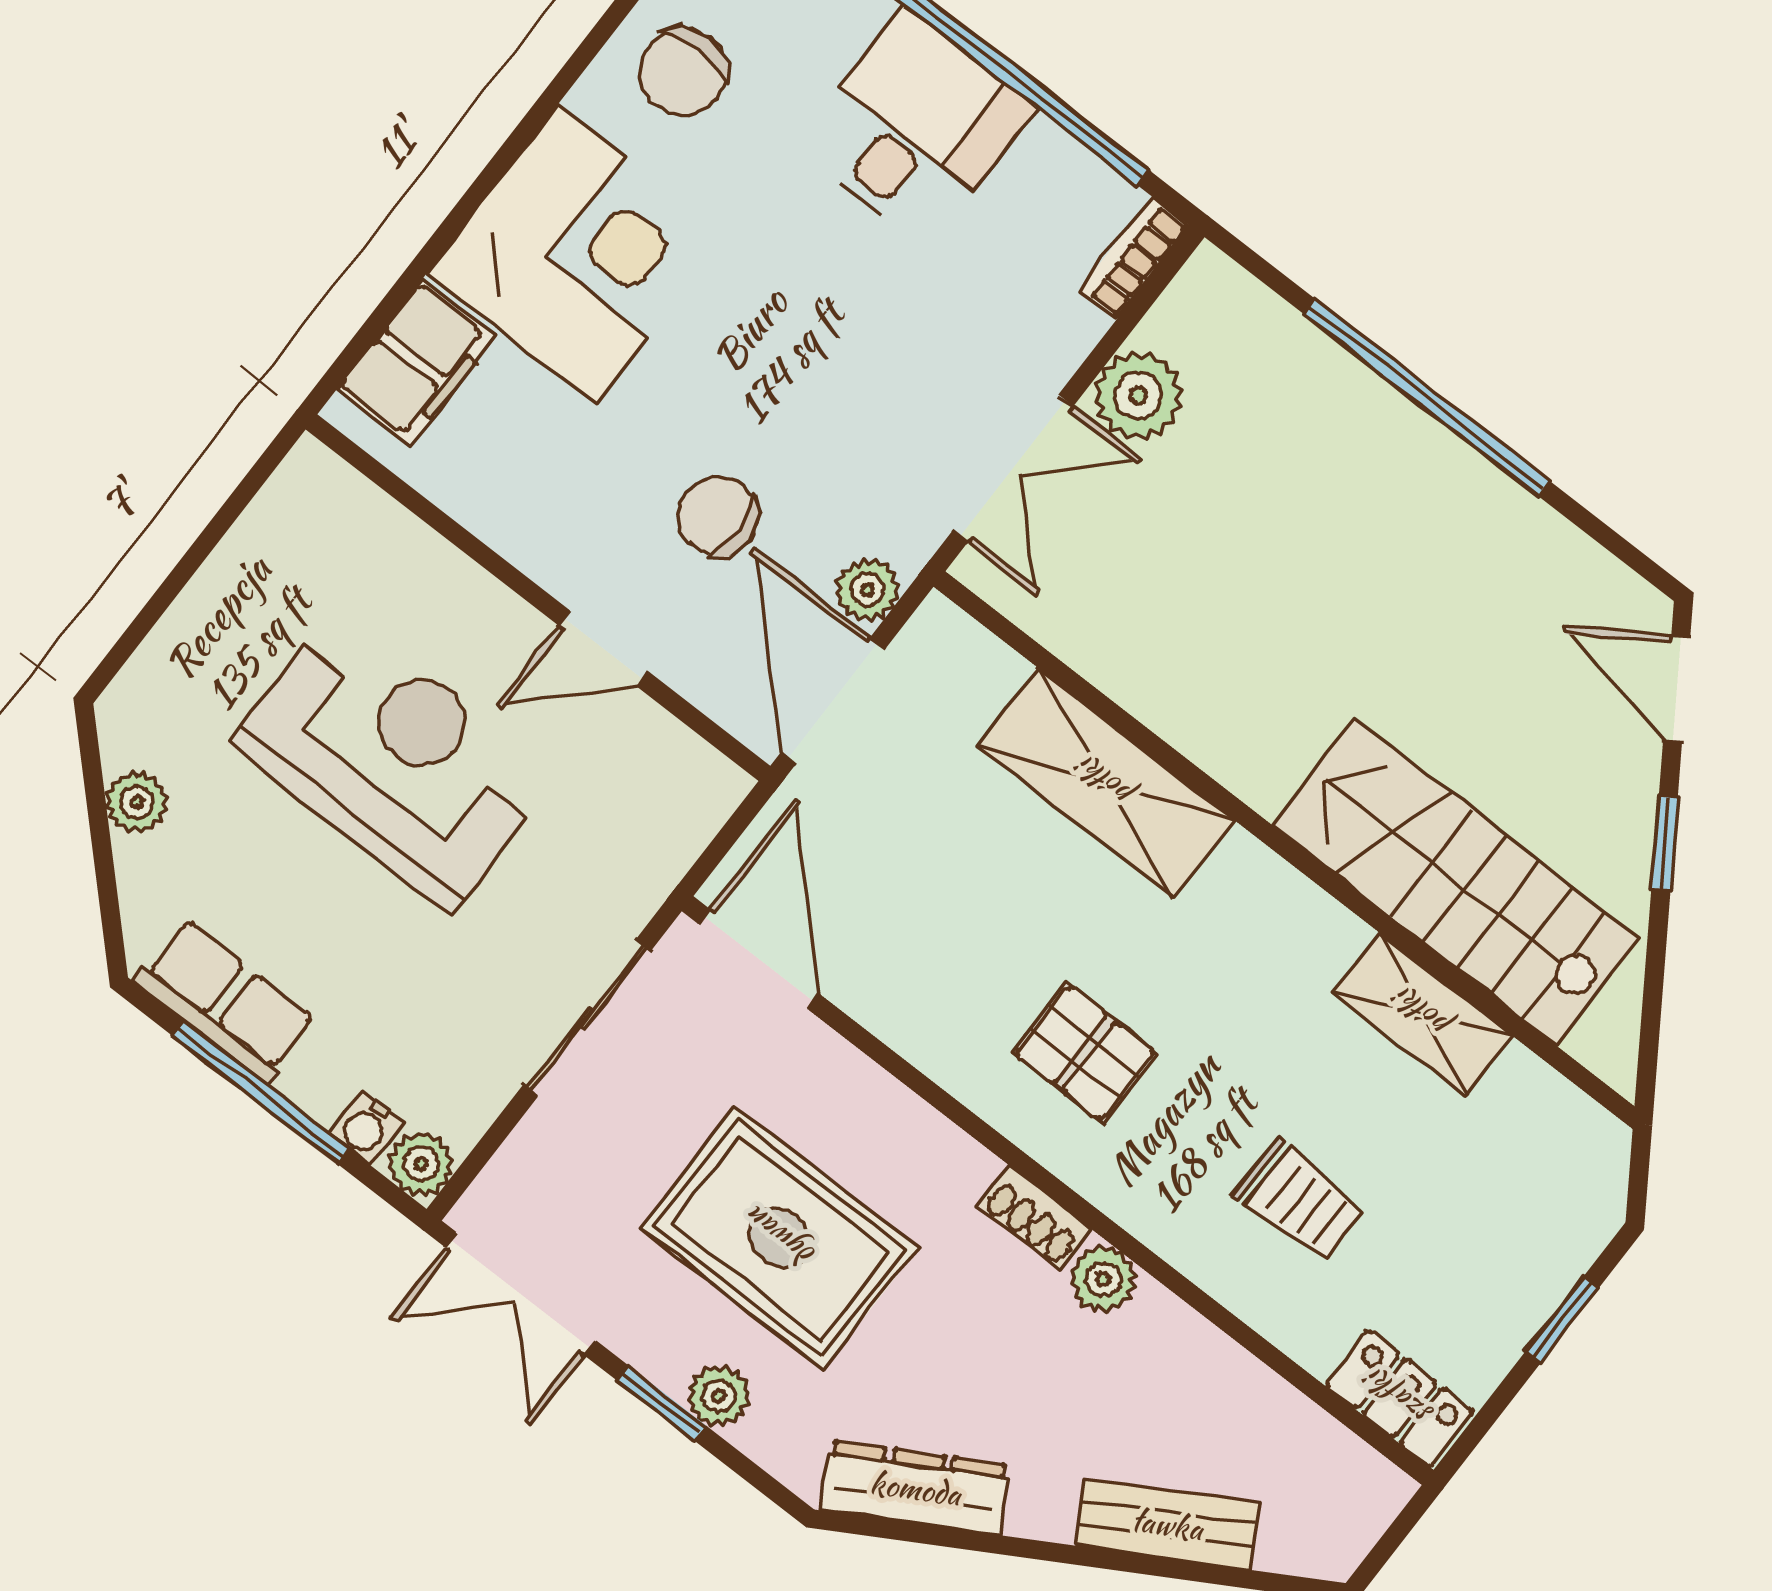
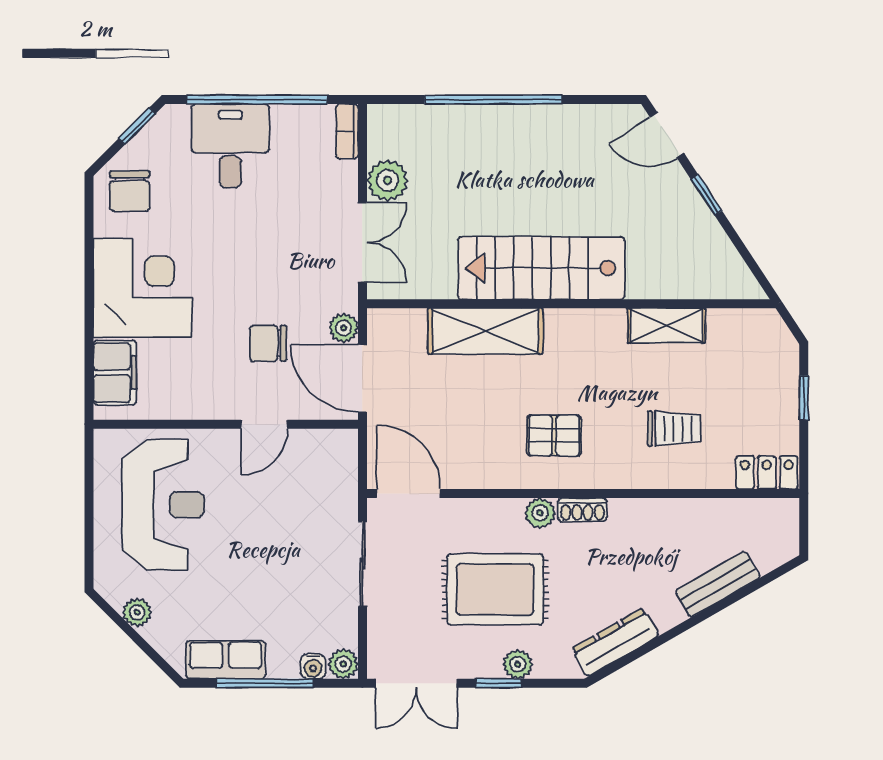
reception desk: (394, 759) -> (163, 505), moved, turned 90
stairs: (1456, 882) -> (541, 268), moved
plant: (1103, 1279) -> (540, 513), moved

